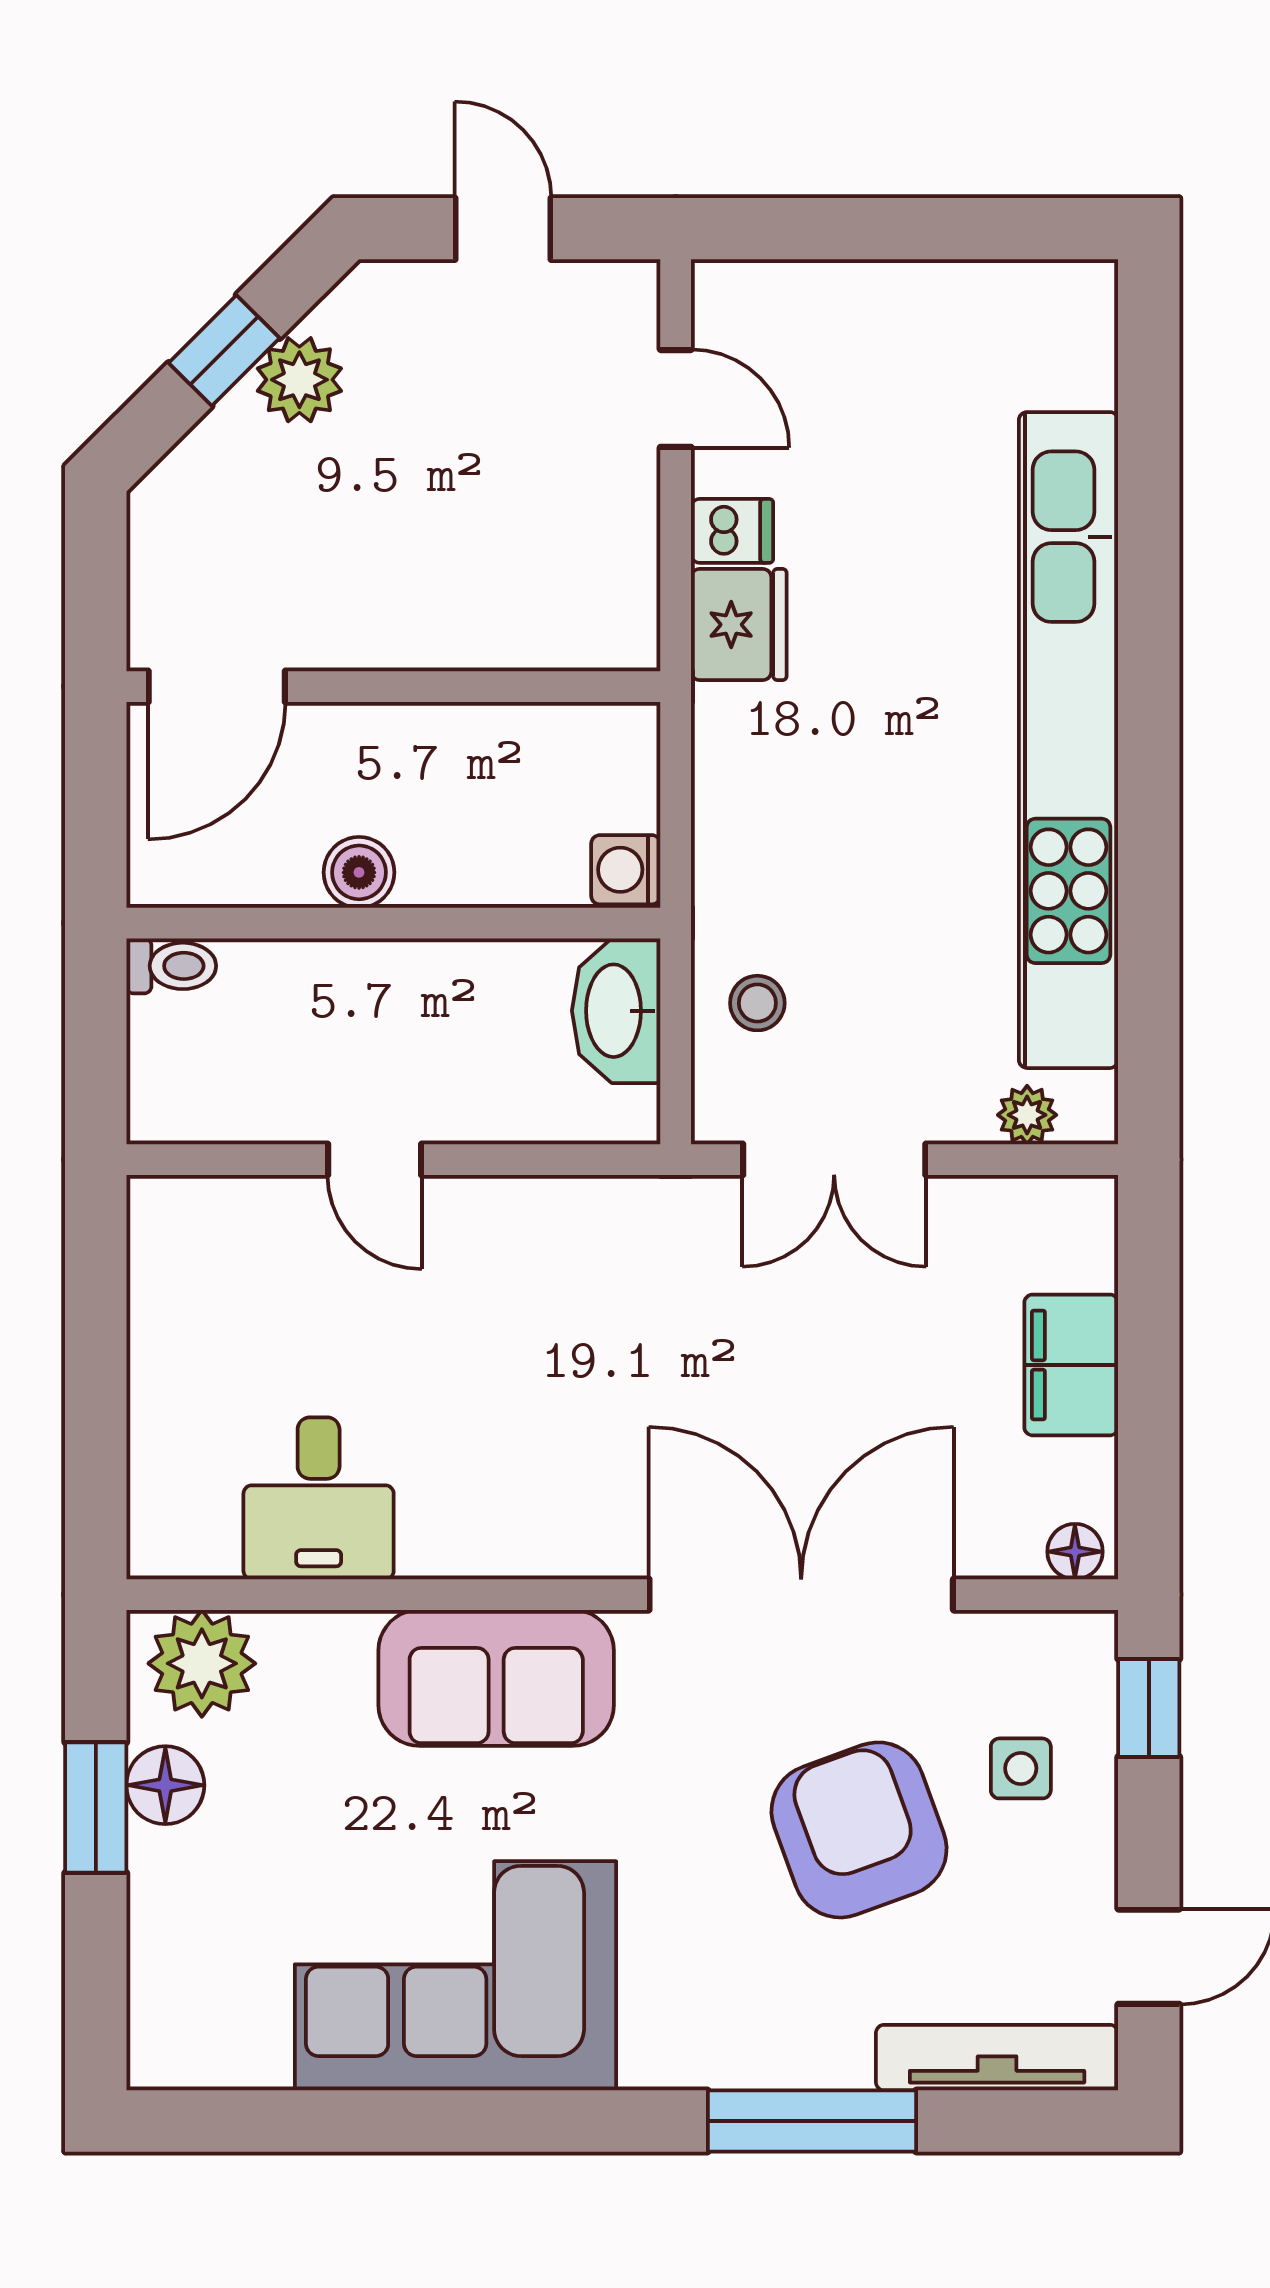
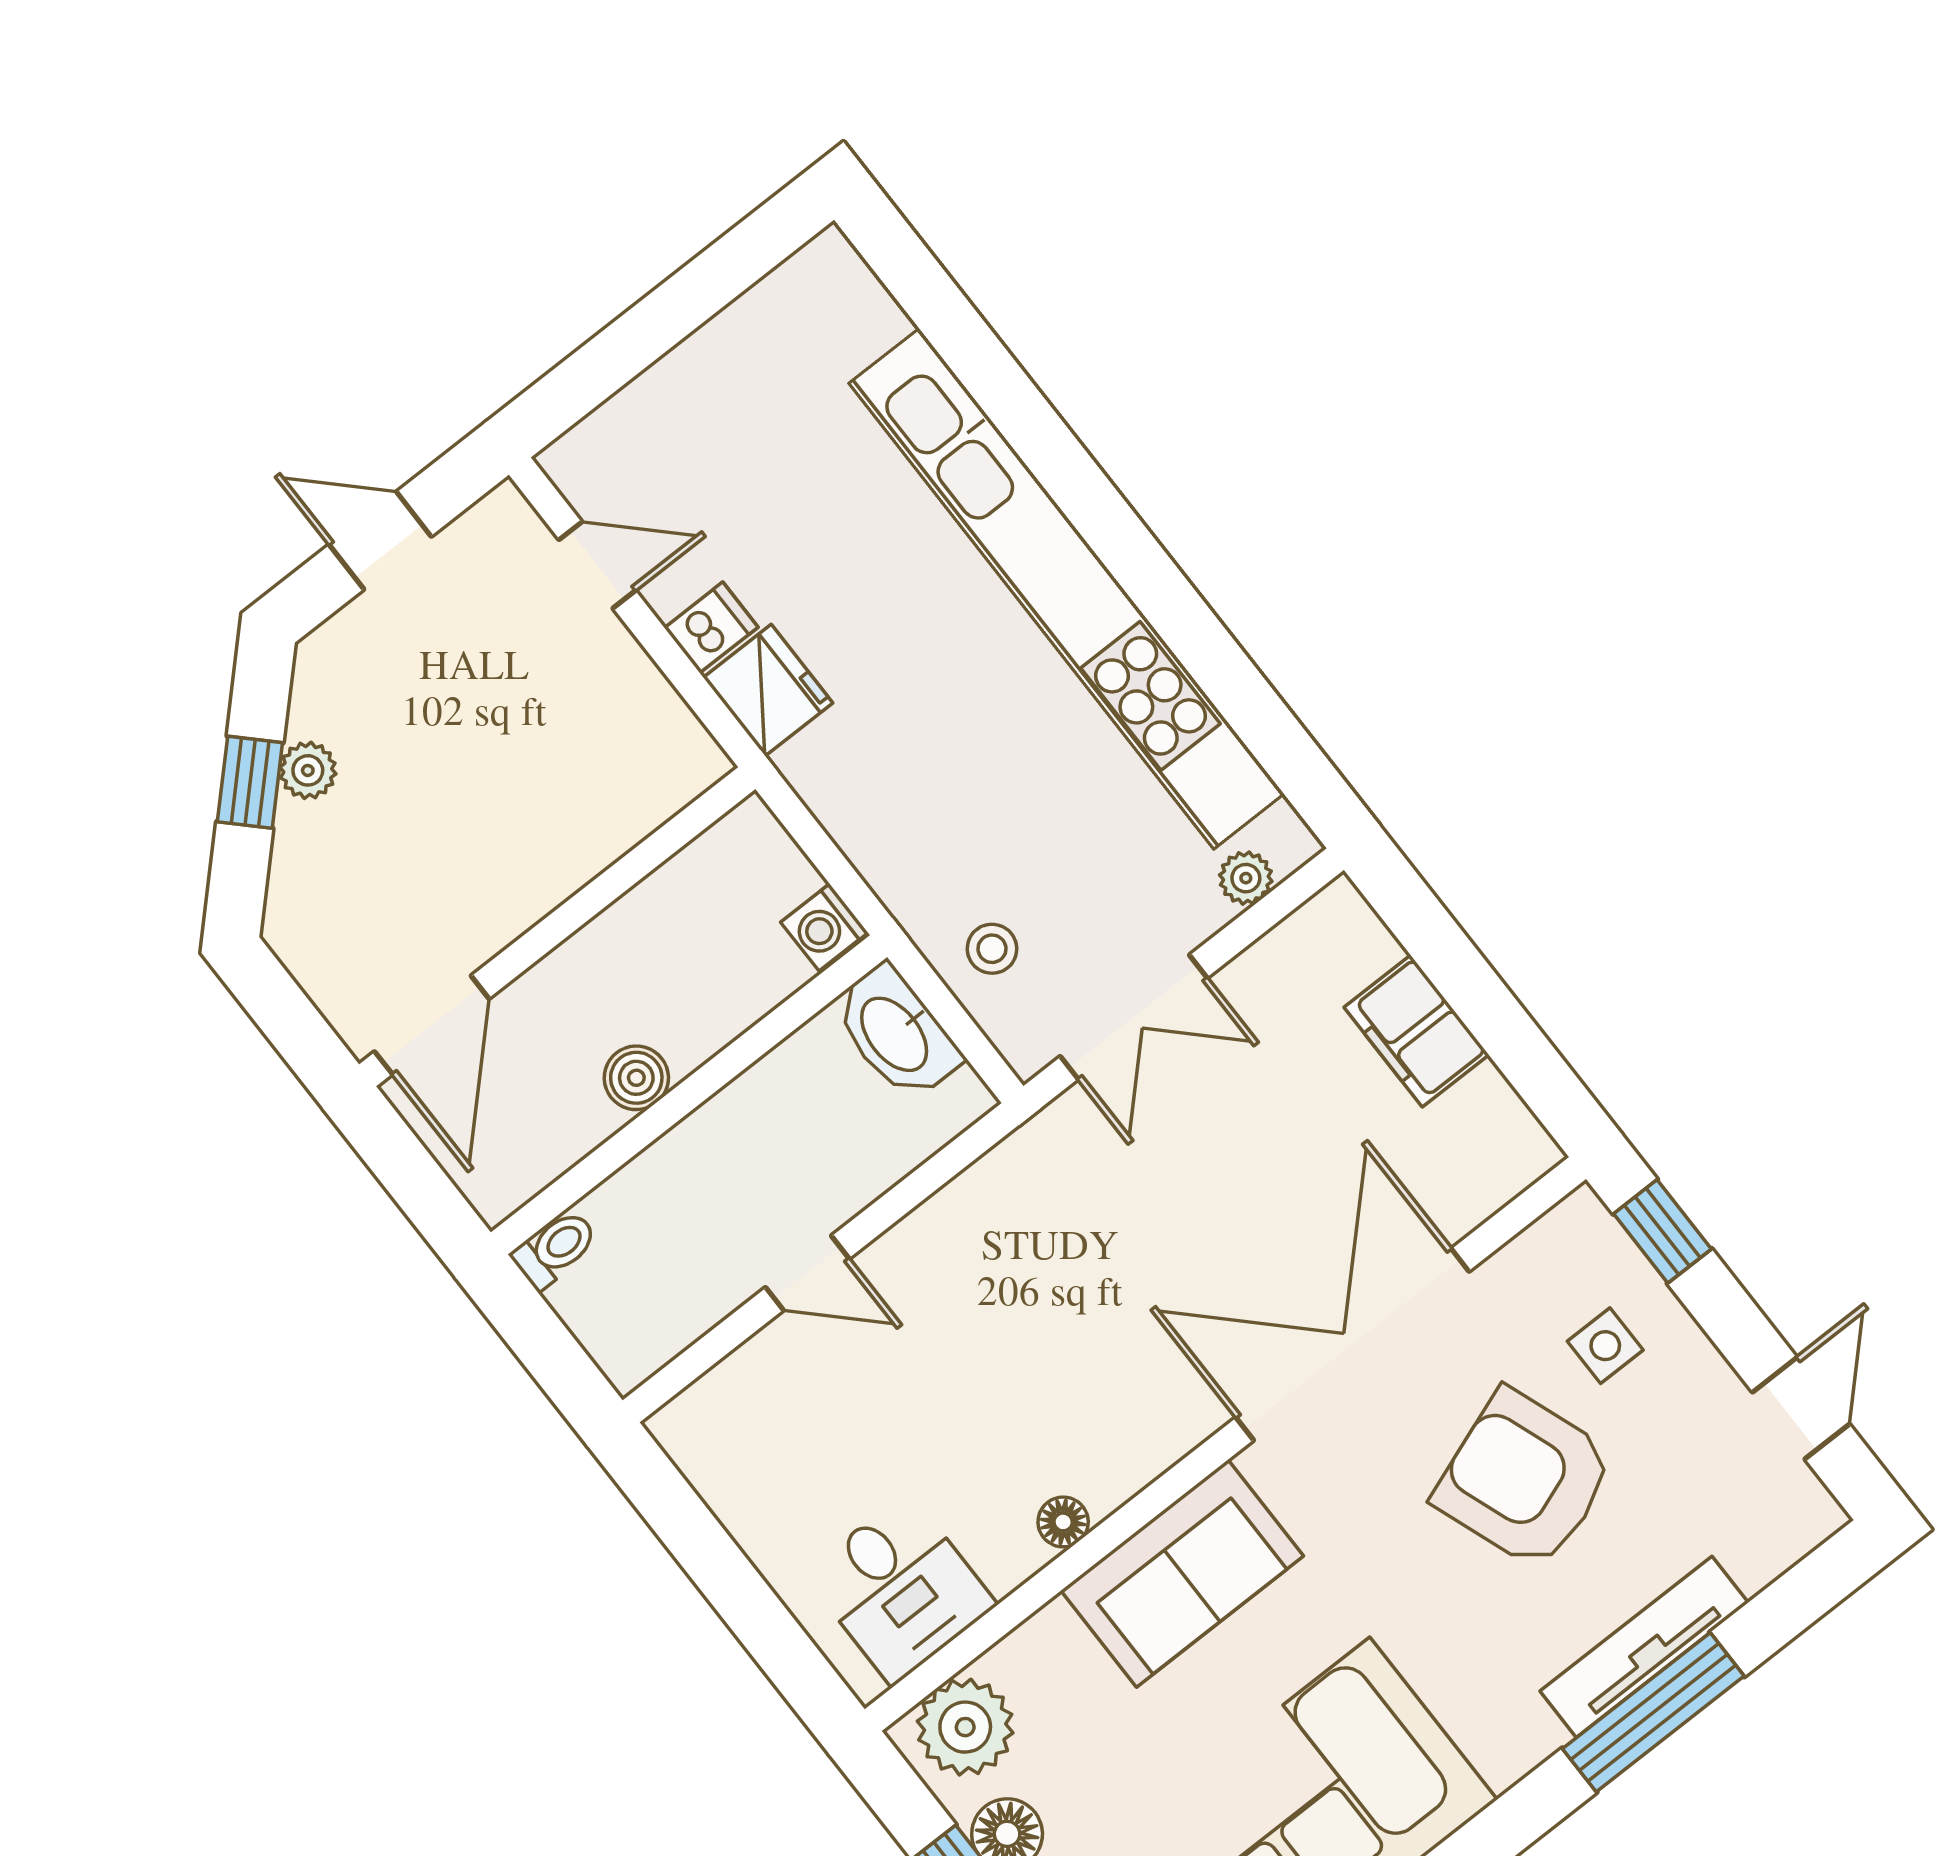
plant: (299, 380) -> (308, 770), width x0.73, depth x0.73
desk: (319, 1498) -> (900, 1589), moved
floor lamp: (1075, 1552) -> (1063, 1522), moved
tv unit: (997, 2058) -> (1644, 1647), moved

